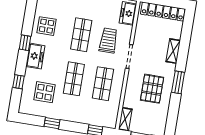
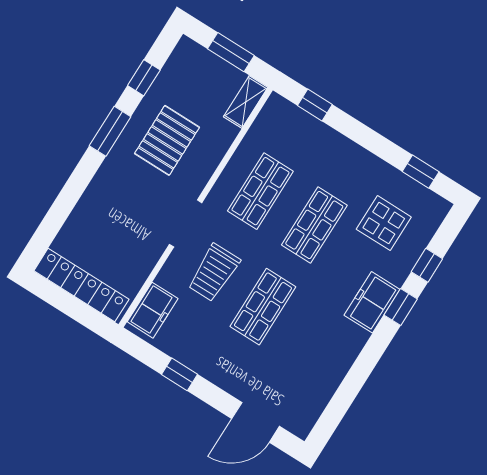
display table: (47, 26) -> (325, 353), removed
window: (25, 43) -> (401, 307), moved
shelving: (173, 51) -> (94, 198), removed
window: (173, 111) -> (144, 78), added
window: (52, 123) -> (421, 172), moved

